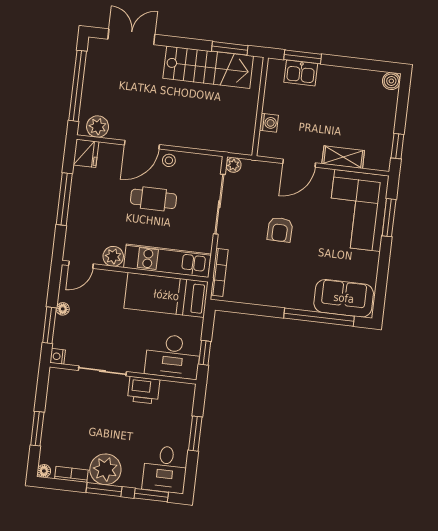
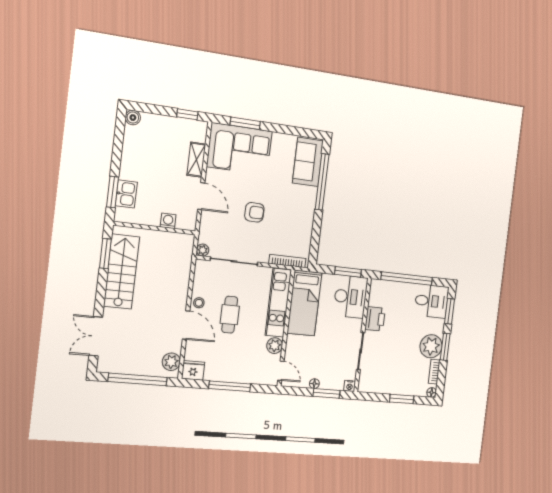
window: (205, 353) -> (348, 272), width x1.50
window: (195, 434) -> (407, 279), width x2.11

